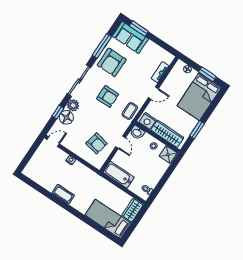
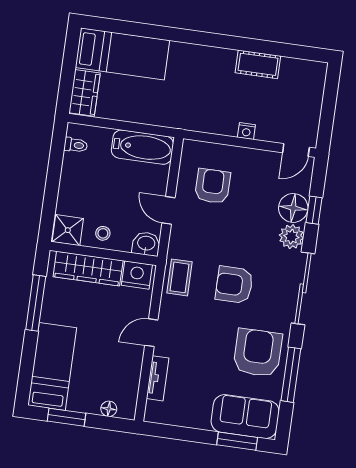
bed: (199, 97) -> (52, 367), width x0.67
window: (197, 130) -> (36, 303), width x1.44
armchair: (97, 143) -> (213, 186), turned 78
cot: (63, 194) -> (258, 64), moved

